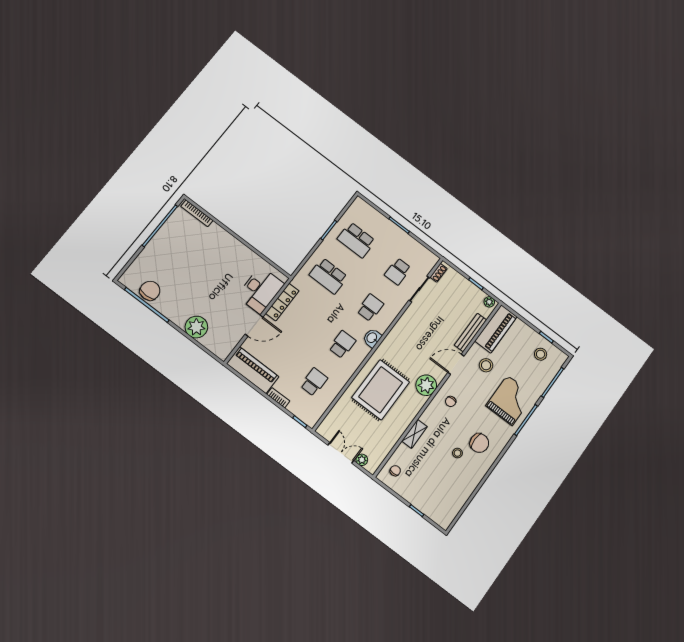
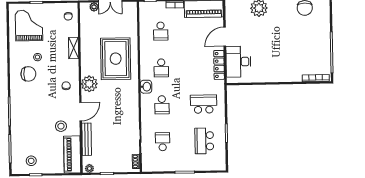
school desk: (356, 240) -> (204, 141), turned -90
grand piano: (510, 400) -> (29, 25), moved, turned 180
chair: (479, 443) -> (28, 74), turned 180

